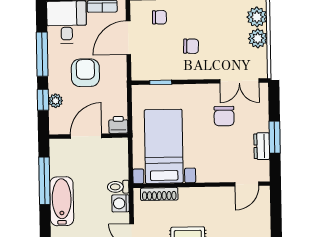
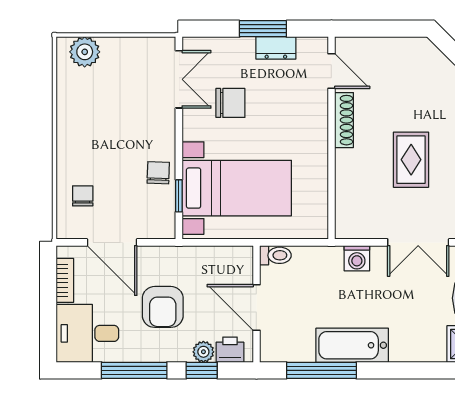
plant: (258, 38) -> (116, 51), removed
chair: (191, 46) -> (158, 173), moved
armchair: (85, 73) -> (163, 307), turned -90
printer: (118, 125) -> (230, 350), moved, turned 90
bed with nightstands: (164, 146) -> (237, 188), moved, turned 180
toilet: (118, 187) -> (275, 255), moved, turned -90
shoe rack: (159, 194) -> (344, 120), moved

